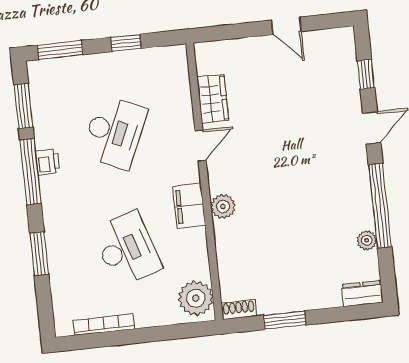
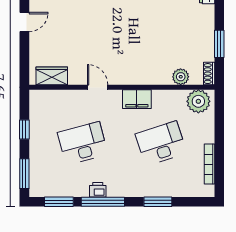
wardrobe: (213, 99) -> (52, 76), moved
desk: (114, 132) -> (83, 143), turned -39
plant: (223, 206) -> (181, 77), moved

